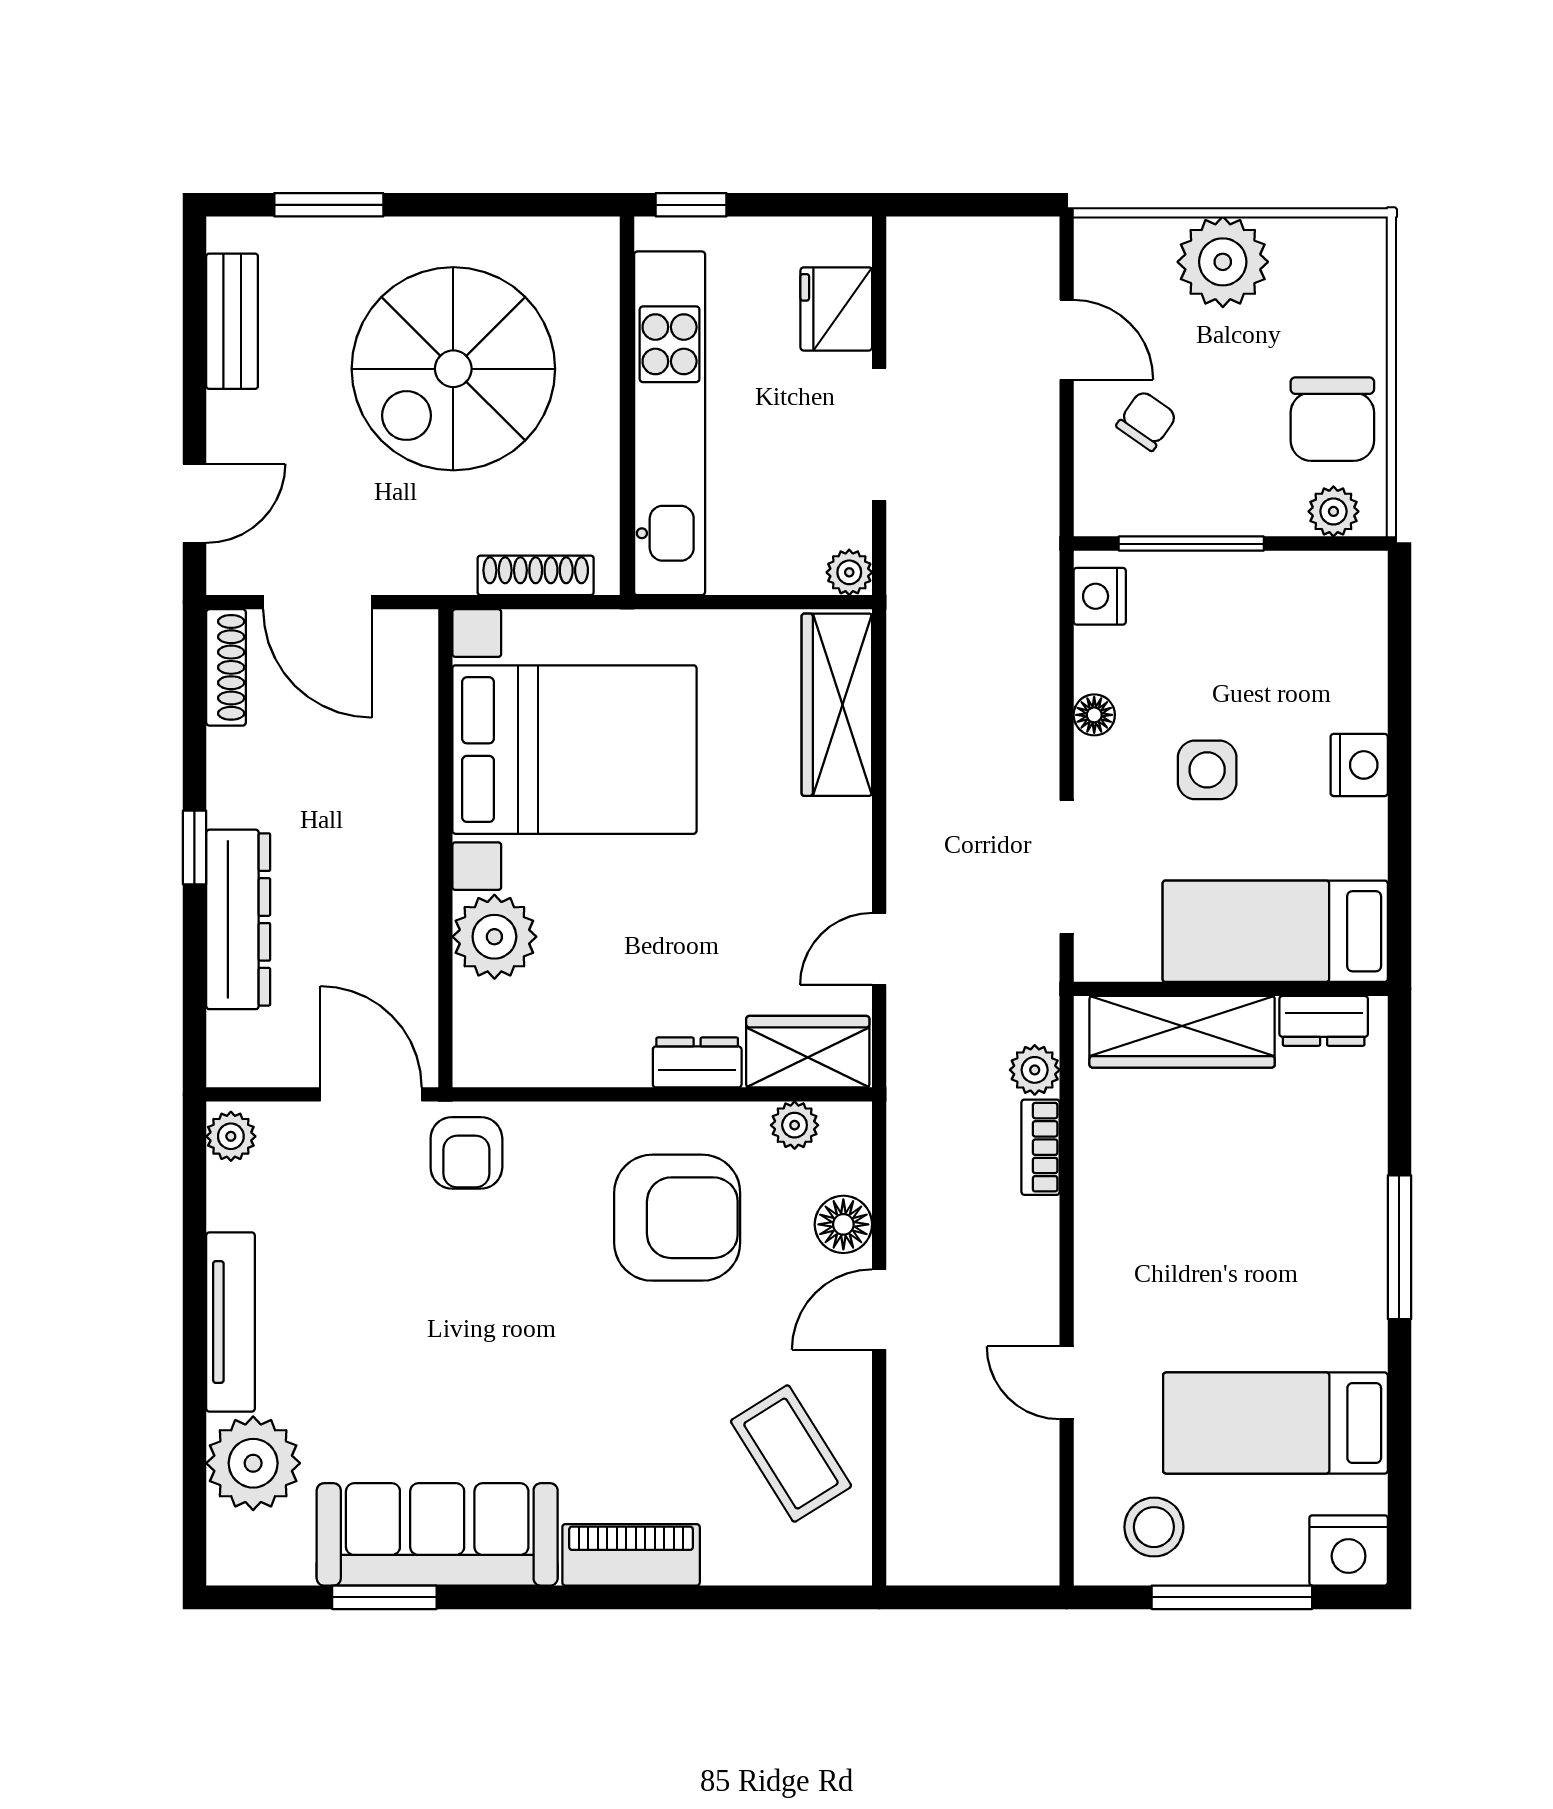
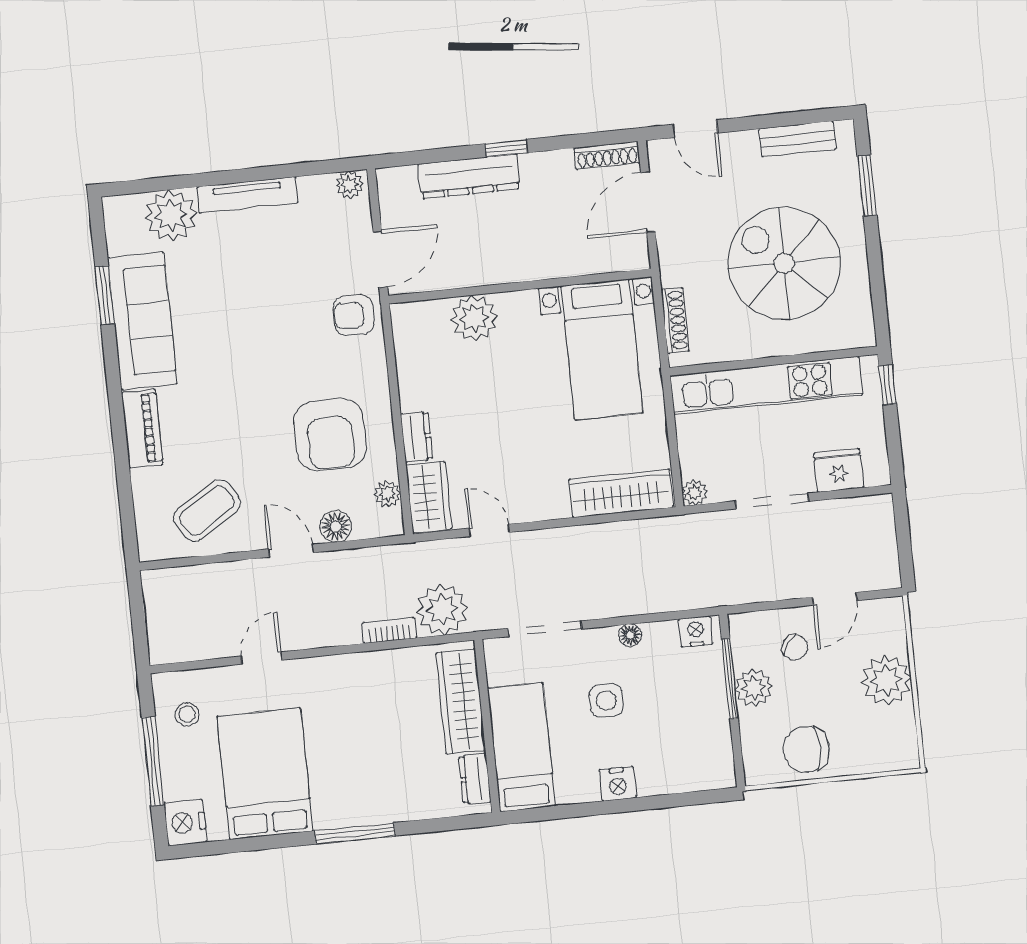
plant: (1333, 511) -> (754, 688), moved, width x1.38, depth x1.38
bed with nightstands: (574, 750) -> (602, 349), width x0.73
plant: (1035, 1070) -> (442, 610), width x1.88, depth x1.88
bed: (1275, 1423) -> (265, 774), width x1.50
stool: (1154, 1527) -> (187, 714), width x0.73, depth x0.73

